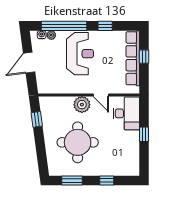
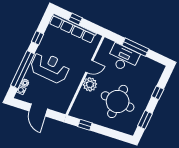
desk: (126, 113) -> (123, 58), moved
window: (144, 134) -> (135, 47), width x2.17

